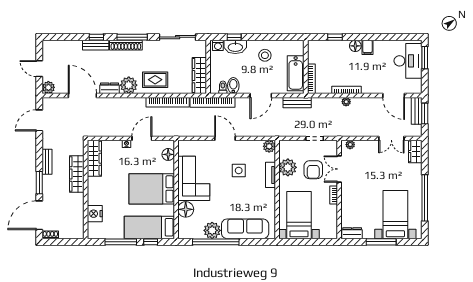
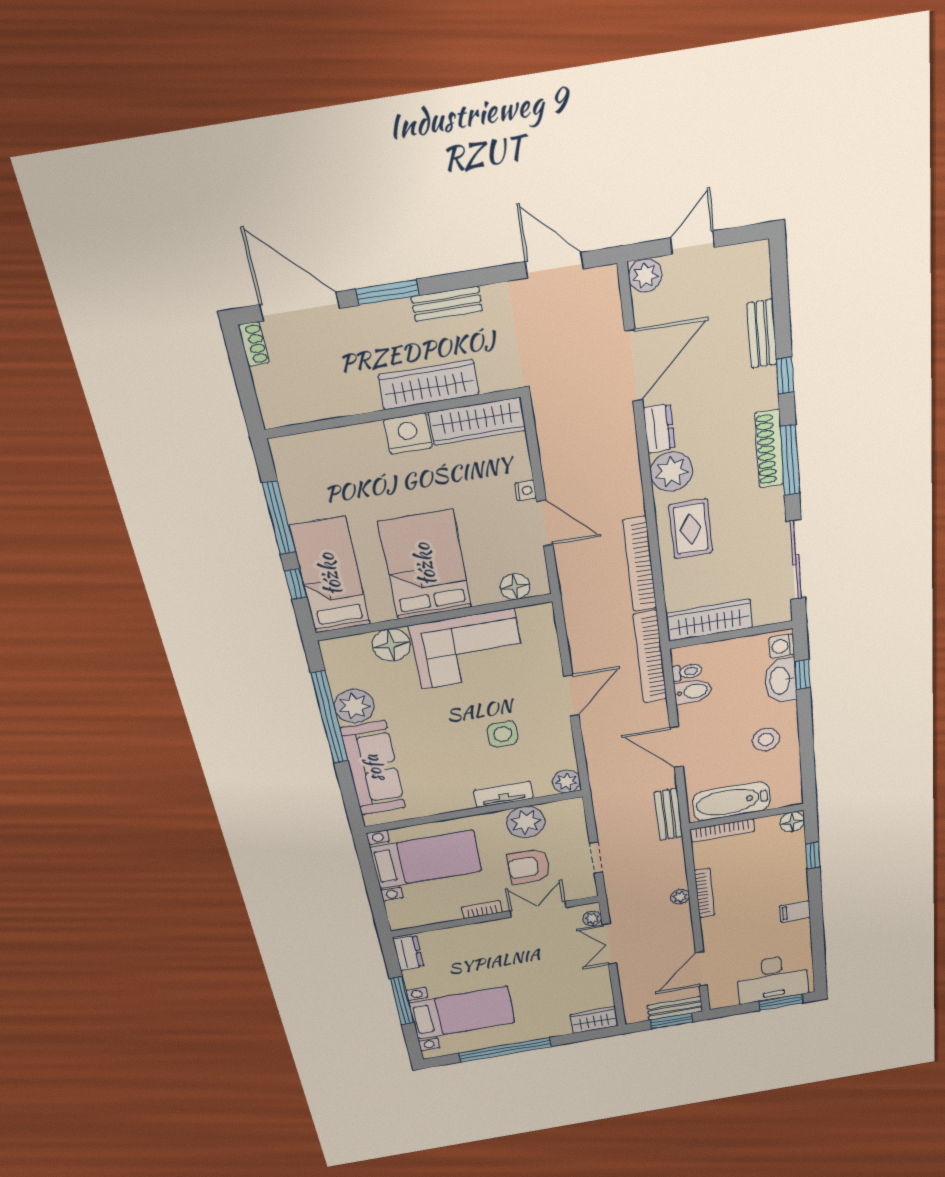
bench: (96, 45) -> (762, 334), moved
floor lamp: (355, 46) -> (792, 822), moved
double door: (391, 138) -> (609, 944), moved
nightstand: (95, 214) -> (408, 434), moved

